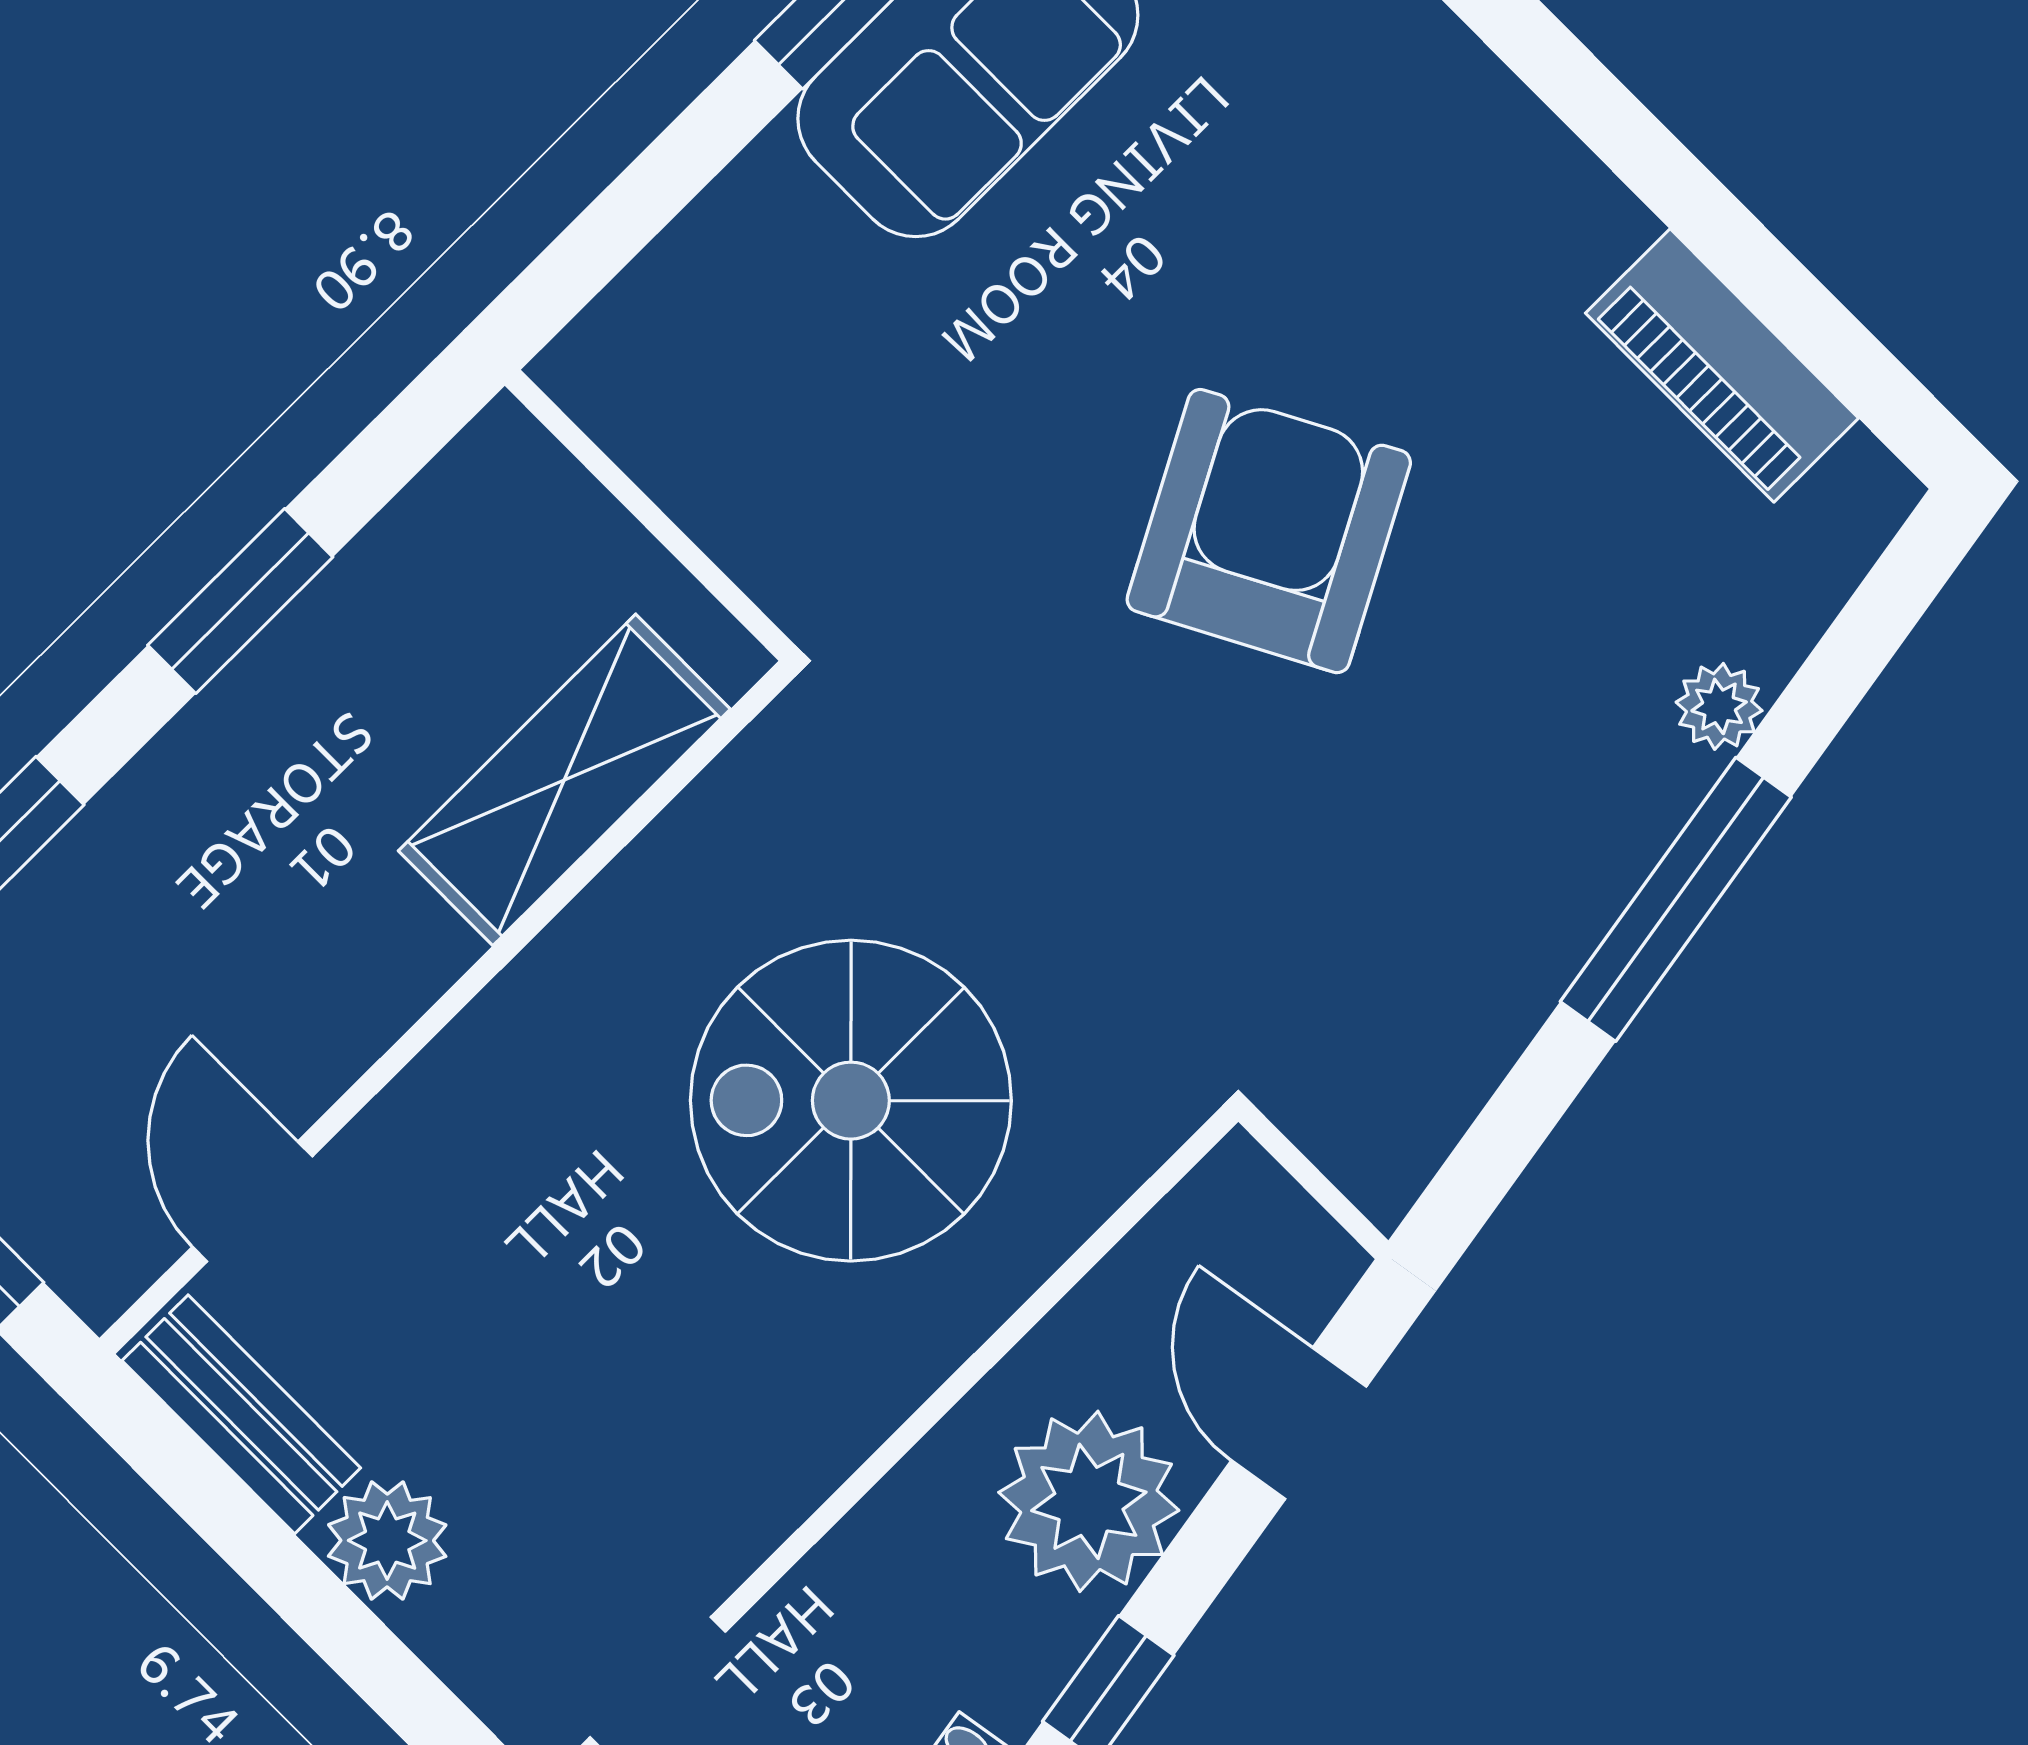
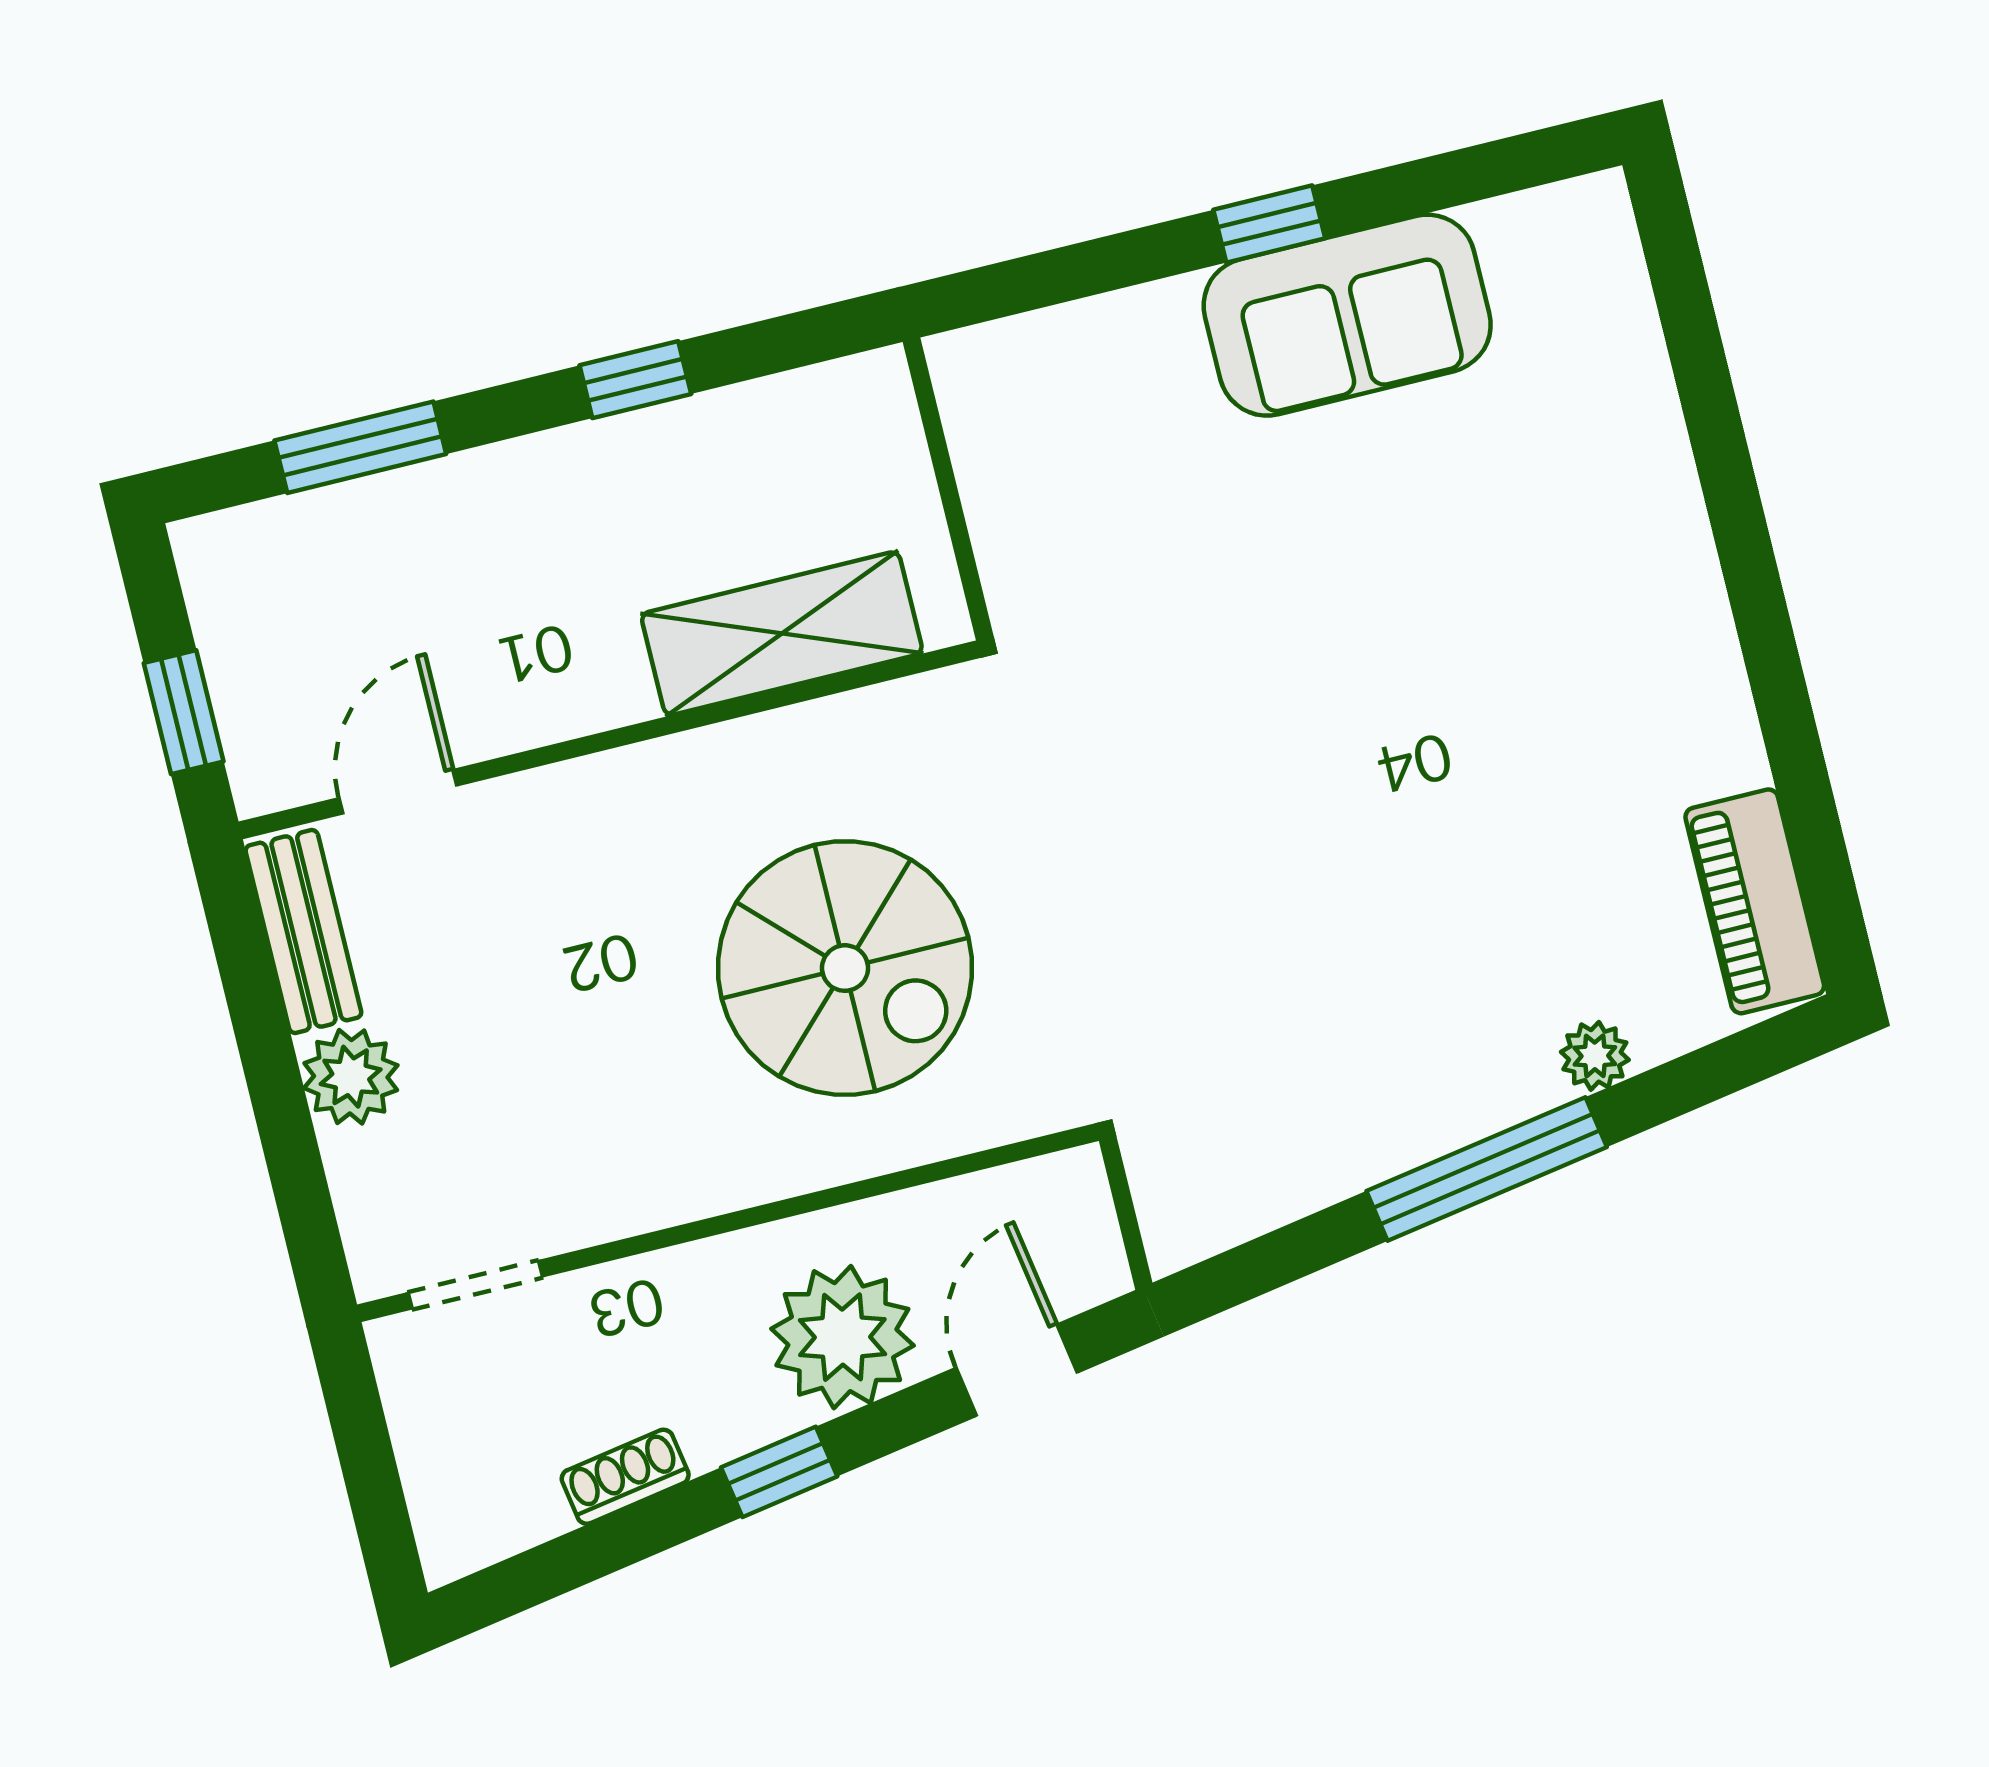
piano: (1722, 366) -> (1755, 901), moved
armchair: (1269, 531) -> (1361, 753), removed
window: (240, 601) -> (635, 380), width x0.67
spiral stairs: (851, 1101) -> (845, 968), turned 180

